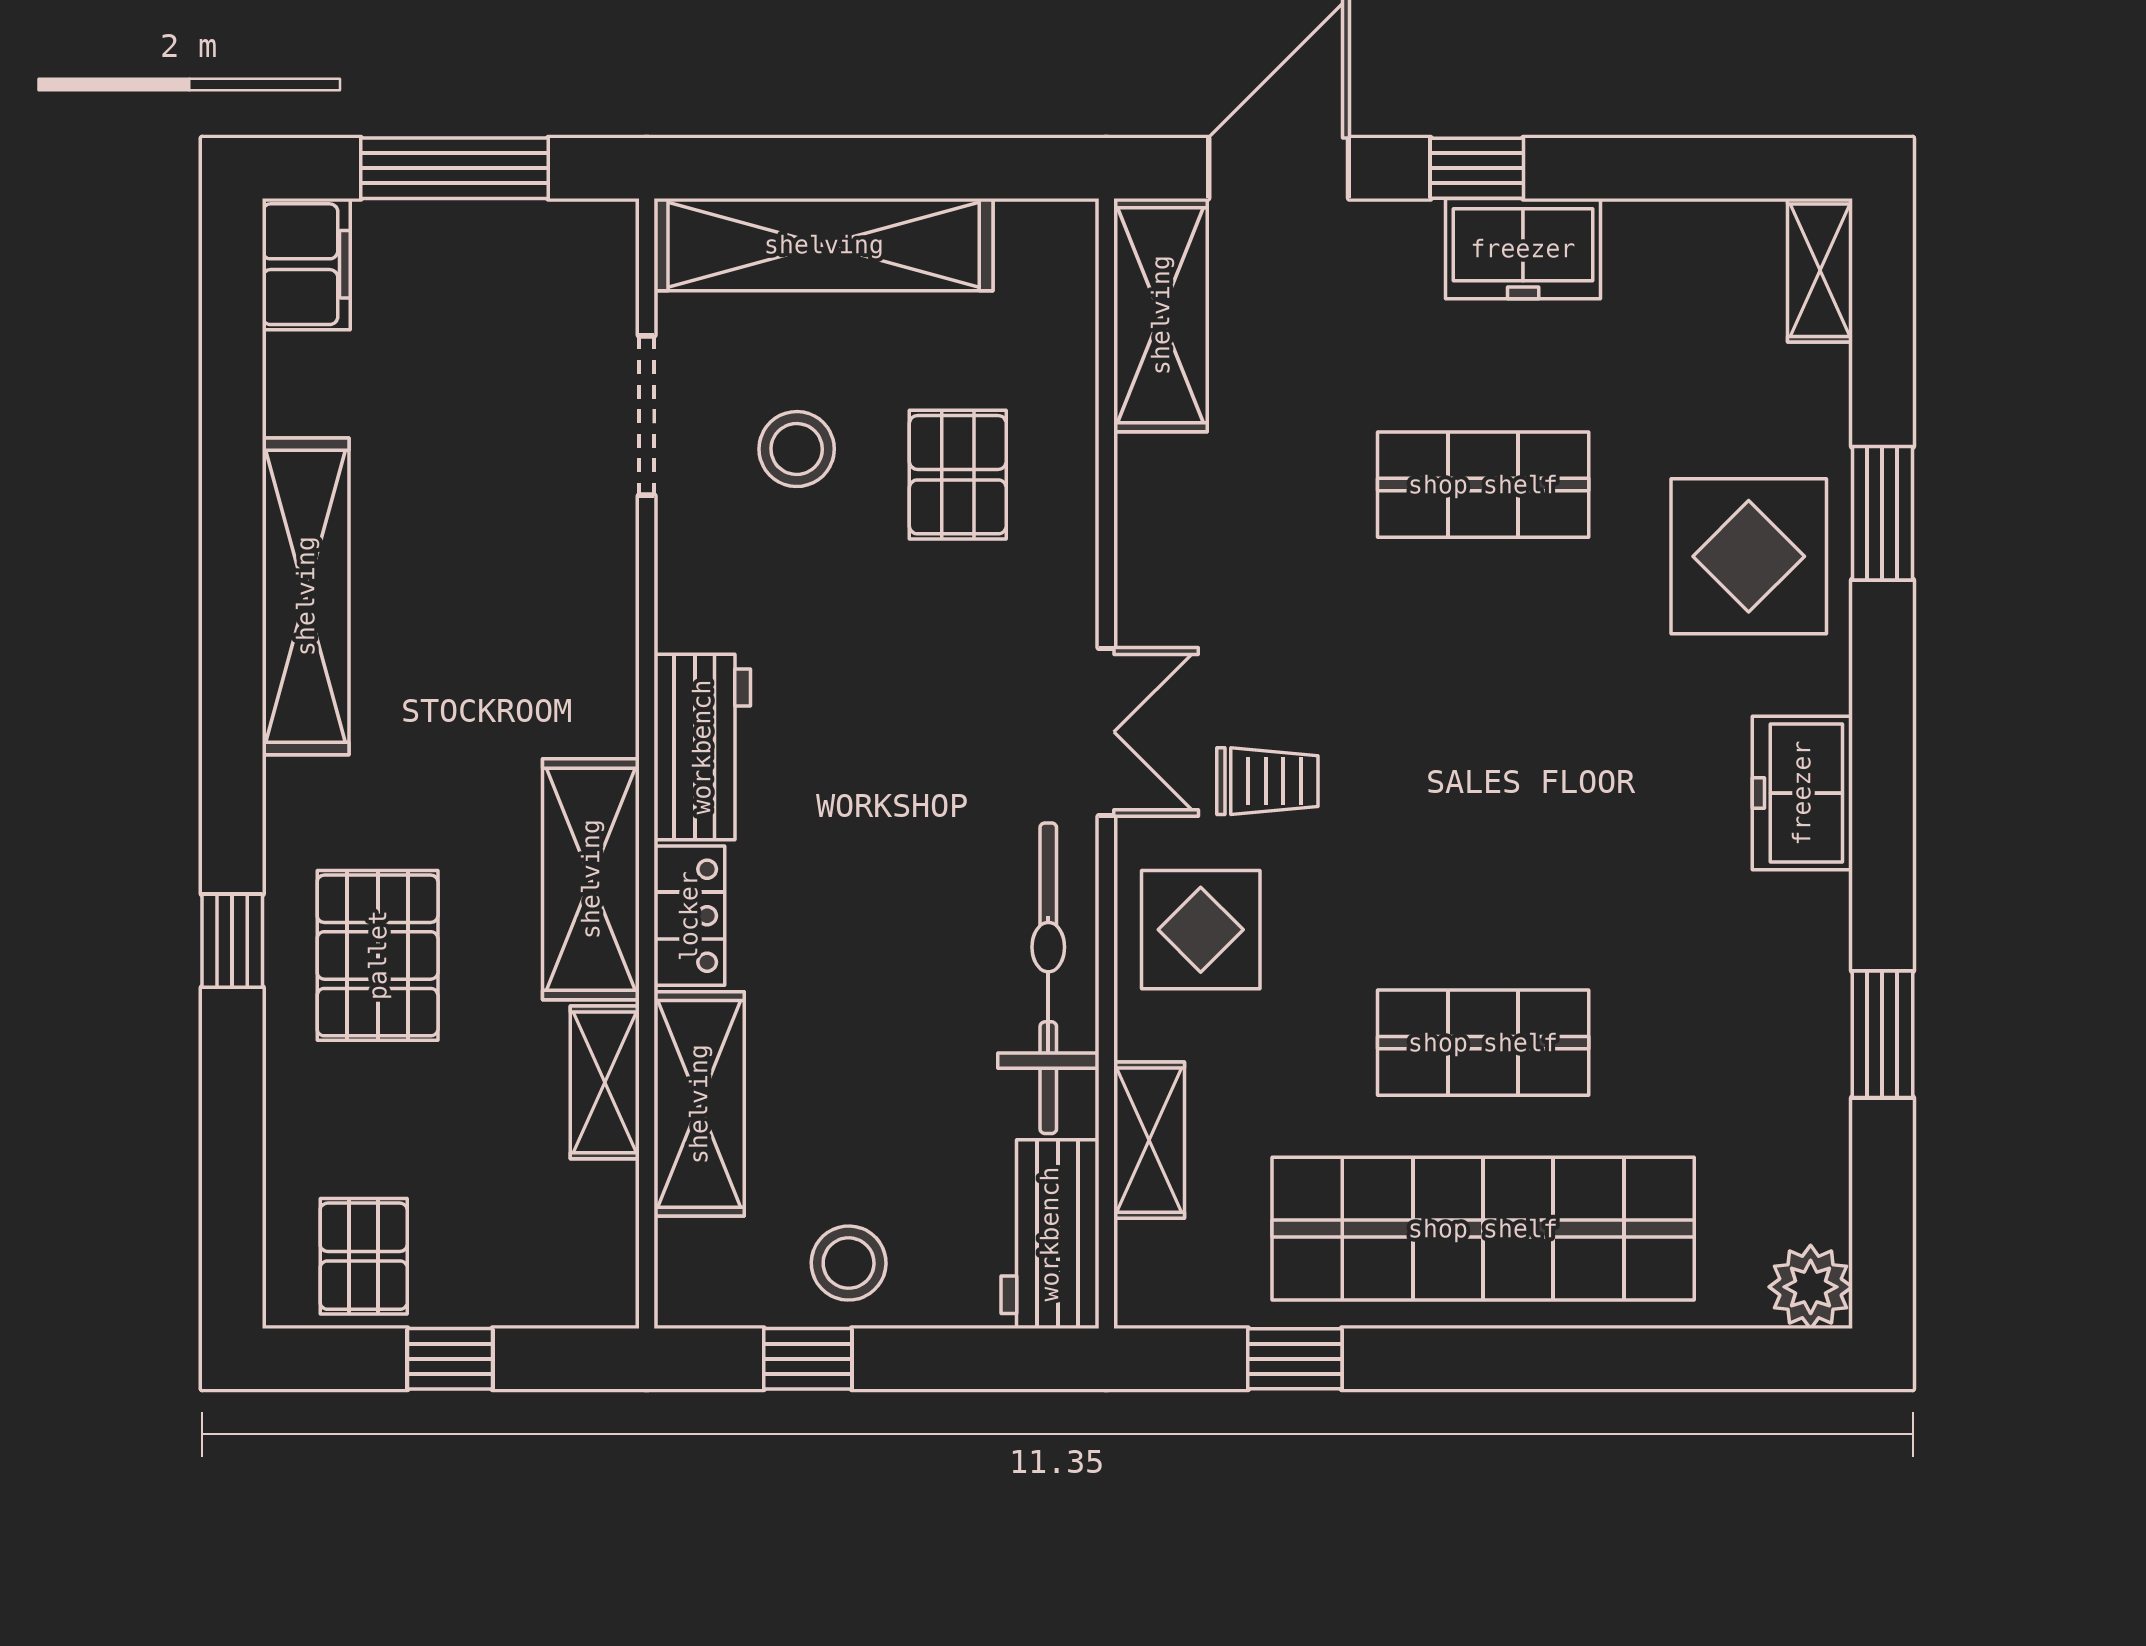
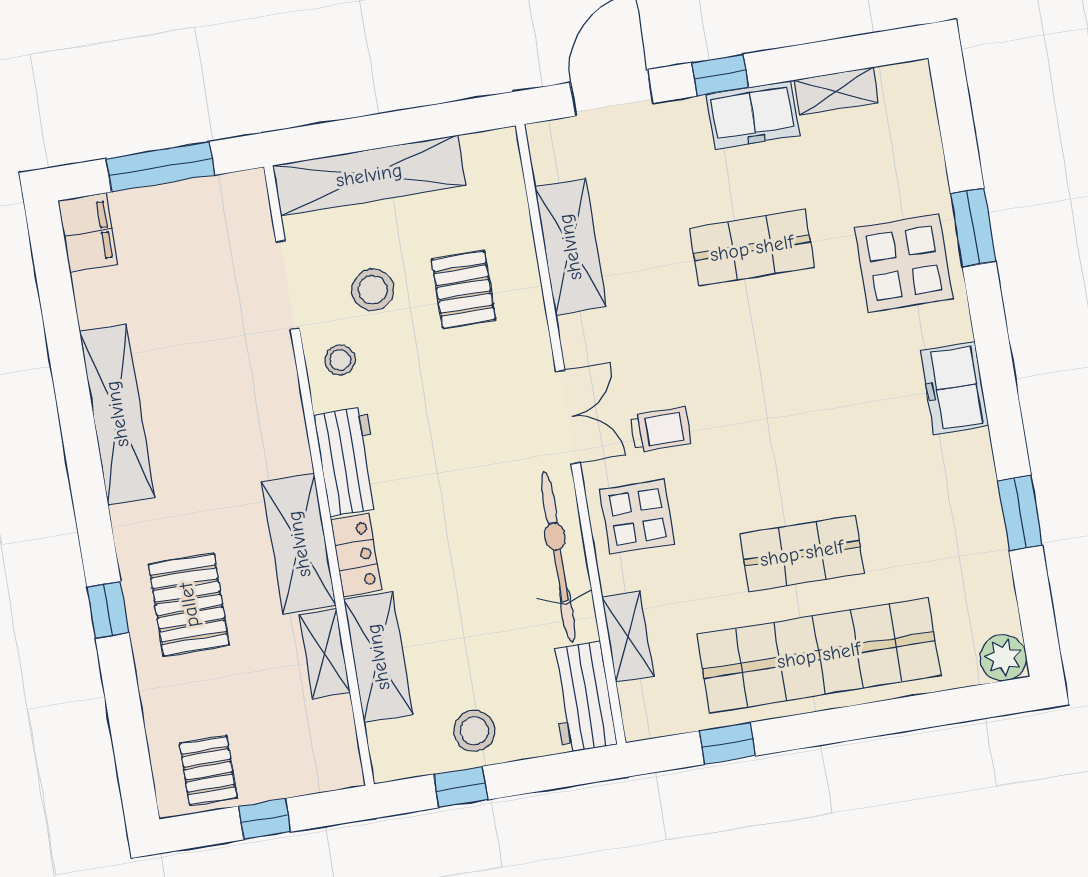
shelving: (1820, 270) -> (836, 91), moved, turned 90
shelving: (1161, 315) -> (570, 247), moved
stool: (718, 564) -> (340, 360), added

